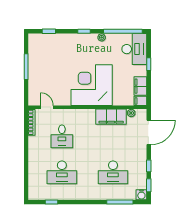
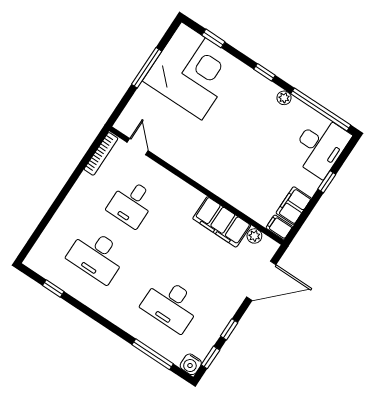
corner desk: (92, 85) -> (192, 71), moved, turned 90

